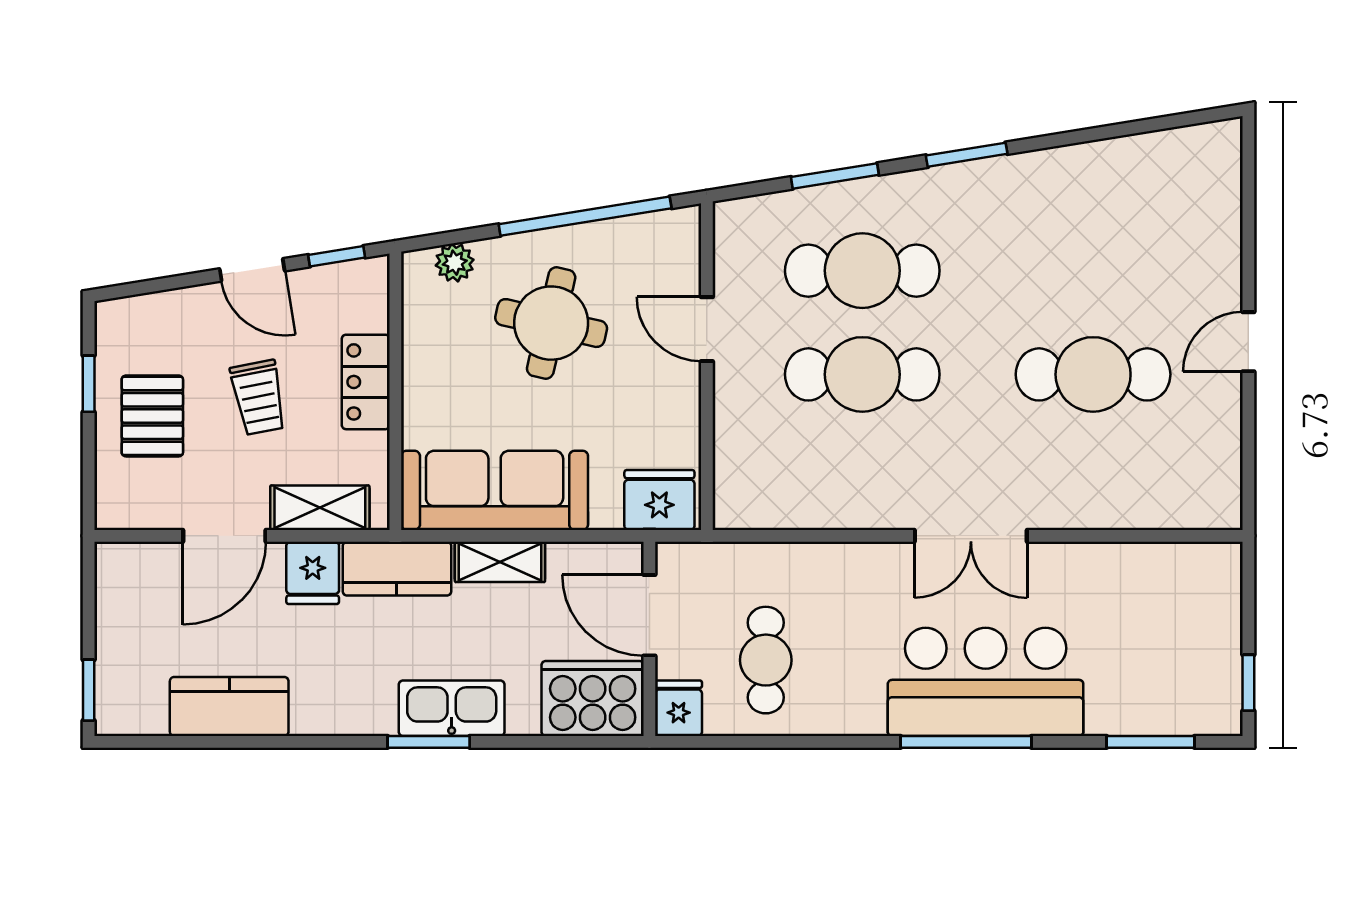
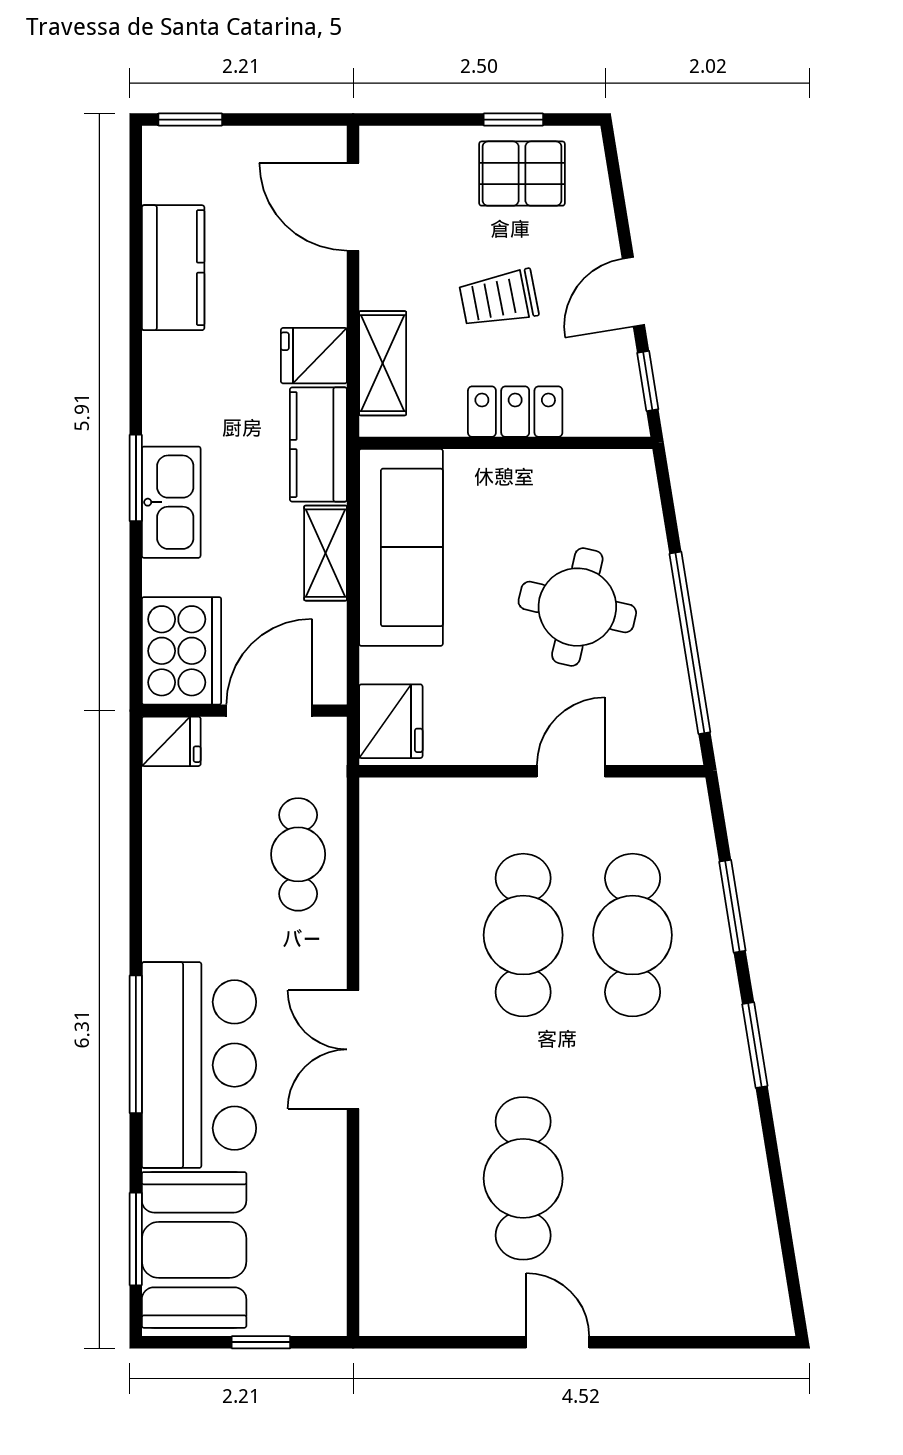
plant: (455, 263) -> (641, 505), removed
pallet: (152, 416) -> (522, 174), moved
door: (224, 536) -> (353, 207), moved
cafe table: (766, 660) -> (298, 854), moved, turned 90
window: (1248, 683) -> (261, 1342), moved
booth: (1161, 687) -> (194, 1250), added

